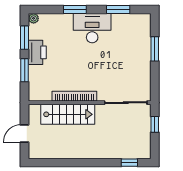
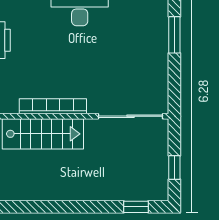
window: (155, 124) -> (174, 167), moved

